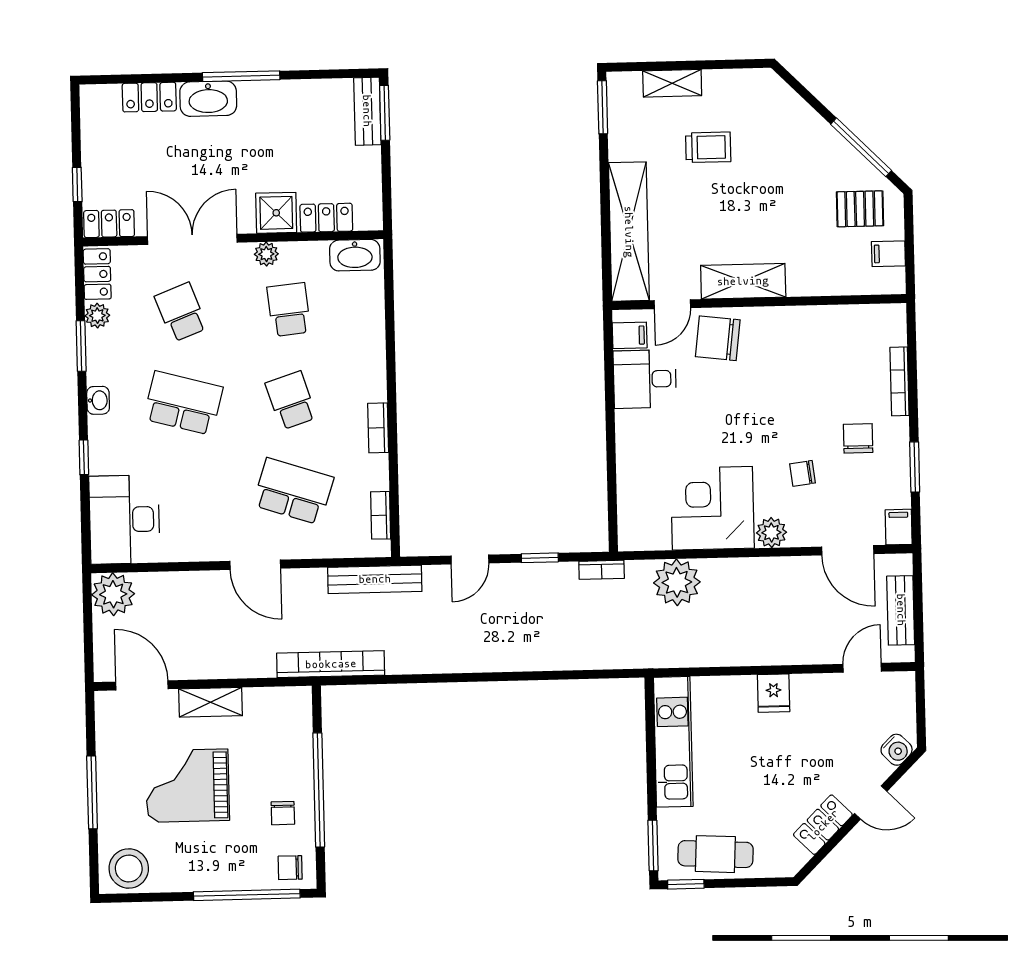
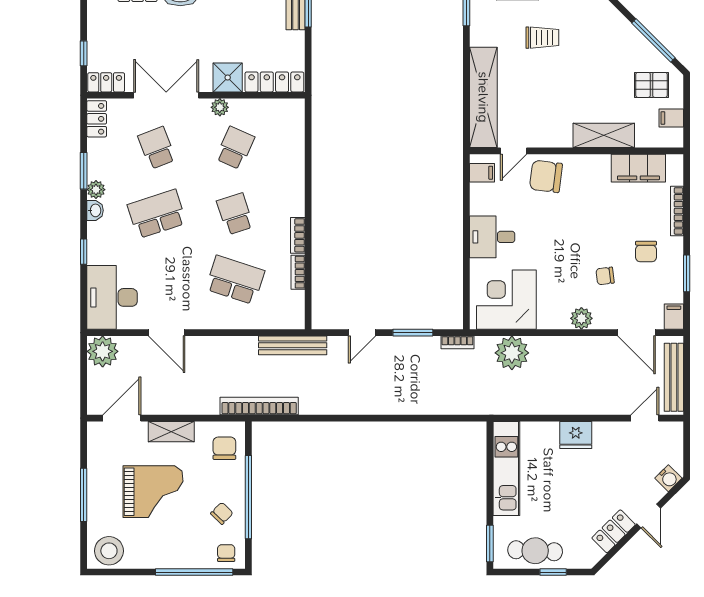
locker: (326, 218) -> (274, 82), width x1.53
washbasin: (355, 255) -> (284, 110), removed
shelving: (743, 281) -> (604, 135), moved
school desk: (289, 310) -> (235, 148), turned 30
plant: (97, 316) -> (96, 190), moved
filing cabinet: (845, 324) -> (638, 168), added
desk: (645, 379) -> (492, 237), moved
school desk: (183, 403) -> (157, 214), turned -33
chair: (858, 438) -> (646, 252), turned 180
corner desk: (712, 508) -> (506, 300), moved
bookcase: (381, 515) -> (298, 272), moved
window: (540, 558) -> (413, 333), width x1.50
door: (255, 565) -> (167, 333), moved
bench: (901, 610) -> (674, 377), width x1.36
door: (142, 685) -> (122, 418), hinge flipped
fridge: (774, 693) -> (576, 435), width x1.38
chair: (284, 723) -> (224, 448), added
grand piano: (187, 786) -> (153, 492), turned 180
door: (871, 802) -> (649, 516), hinge flipped
chair: (283, 813) -> (222, 513), turned -136
chair: (290, 868) -> (226, 553), turned 90
window: (686, 884) -> (553, 572), moved

